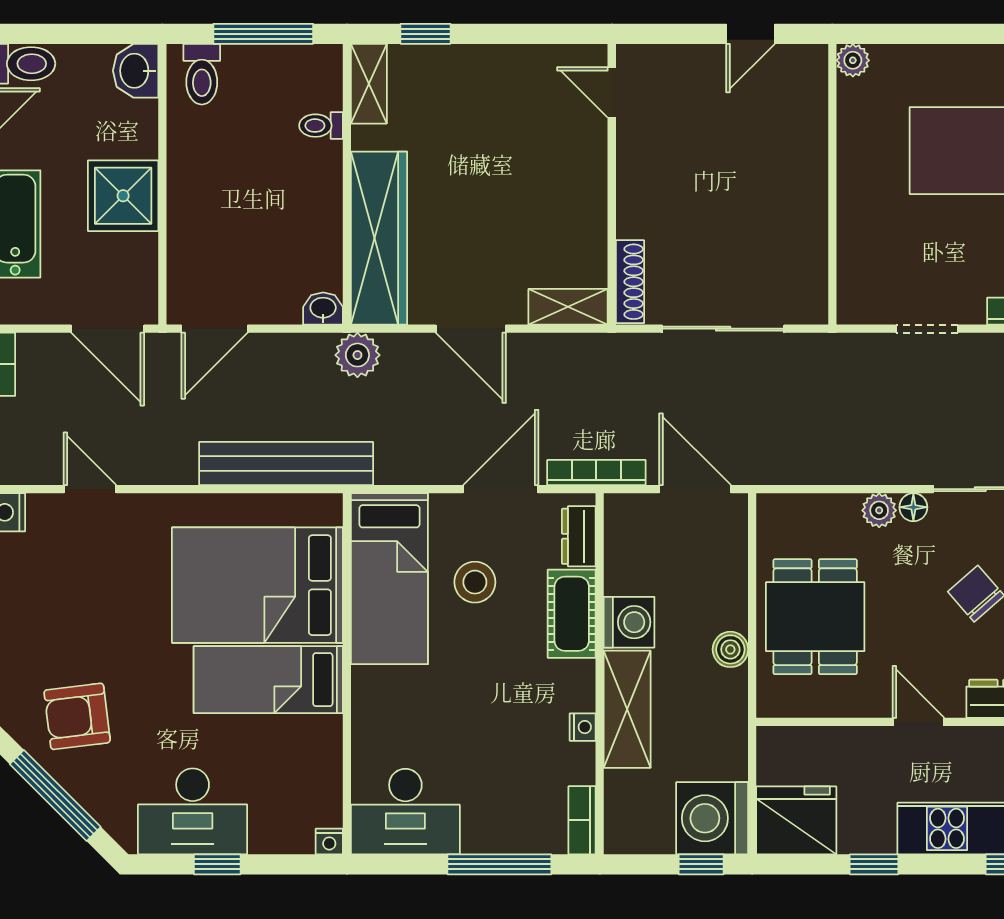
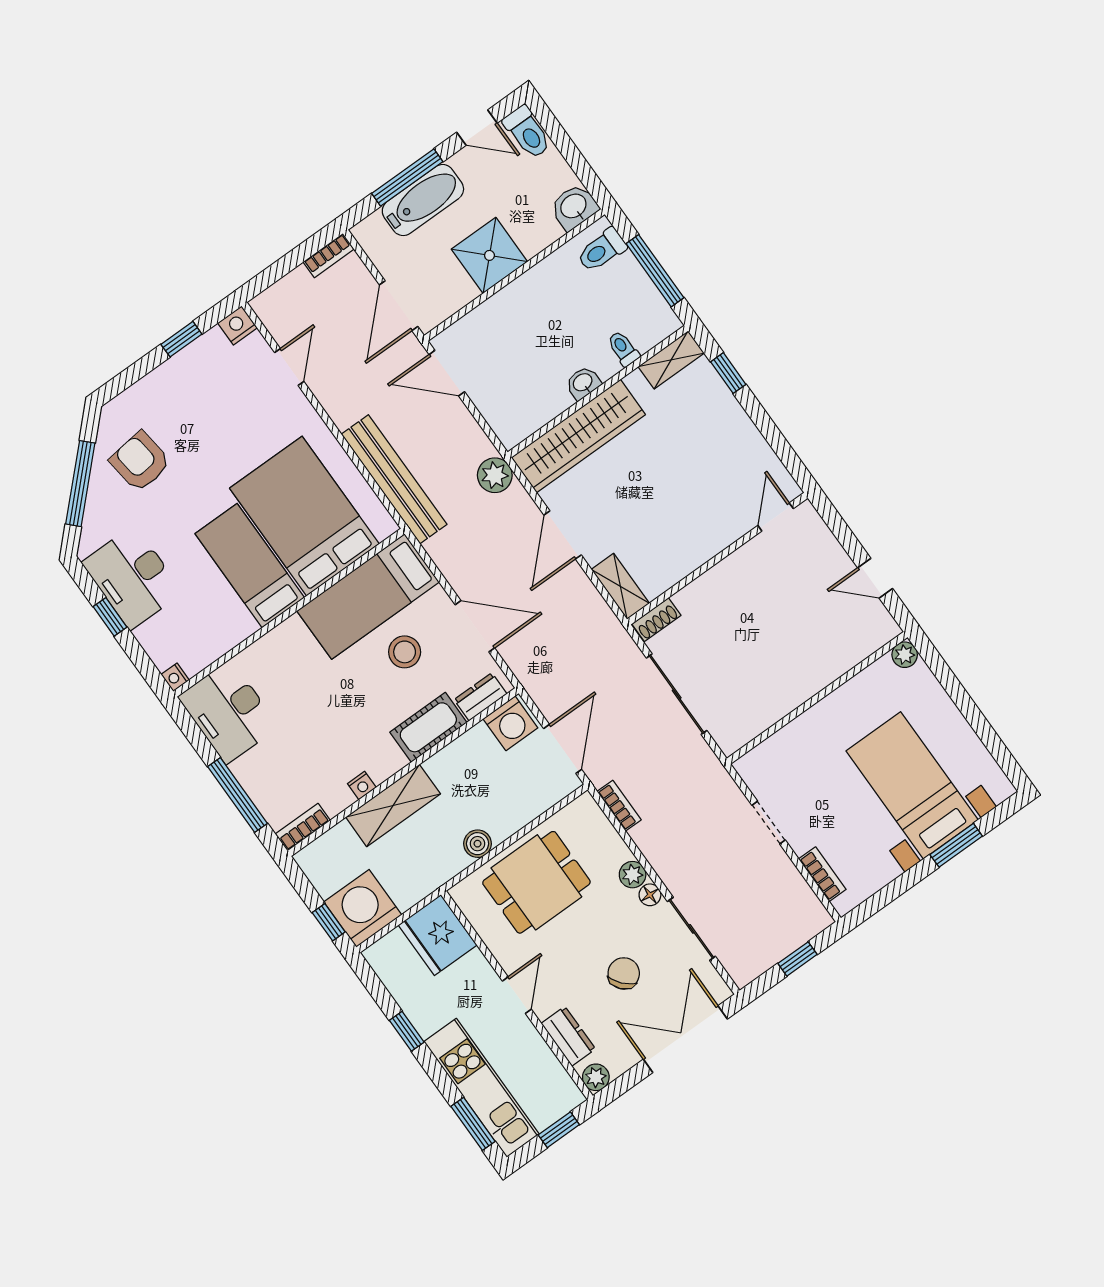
shoe rack: (630, 282) -> (656, 620), width x0.70
washbasin: (323, 309) -> (583, 383), moved, turned -90
bookcase: (596, 473) -> (619, 806), moved, width x0.64
washing machine: (629, 622) -> (510, 723), moved
fridge: (796, 820) -> (438, 935), moved, turned 180

